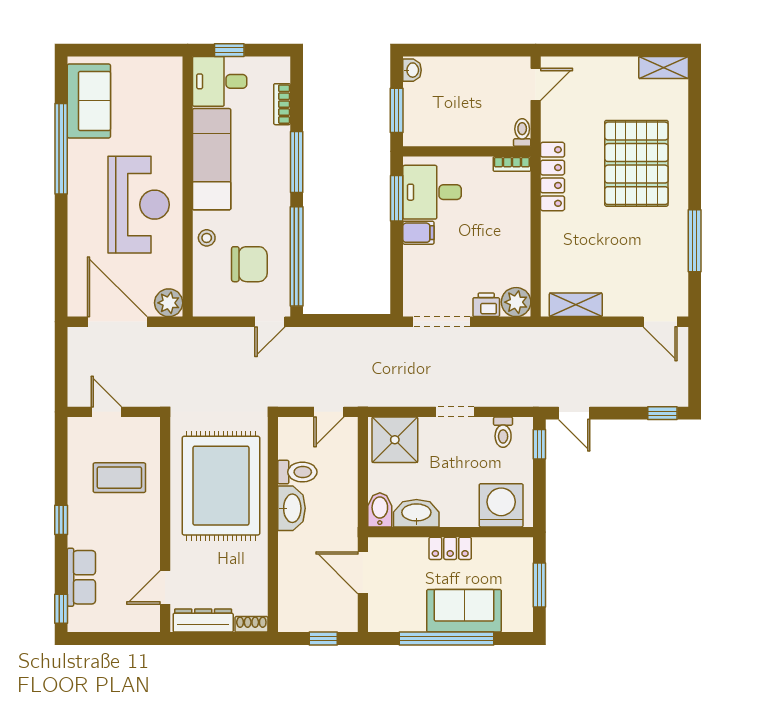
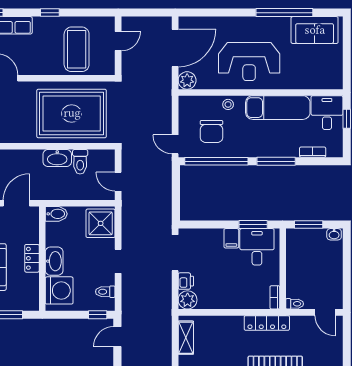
coffee table: (119, 478) -> (77, 49), width x1.36, depth x1.32
washbasin: (416, 513) -> (54, 261), moved

